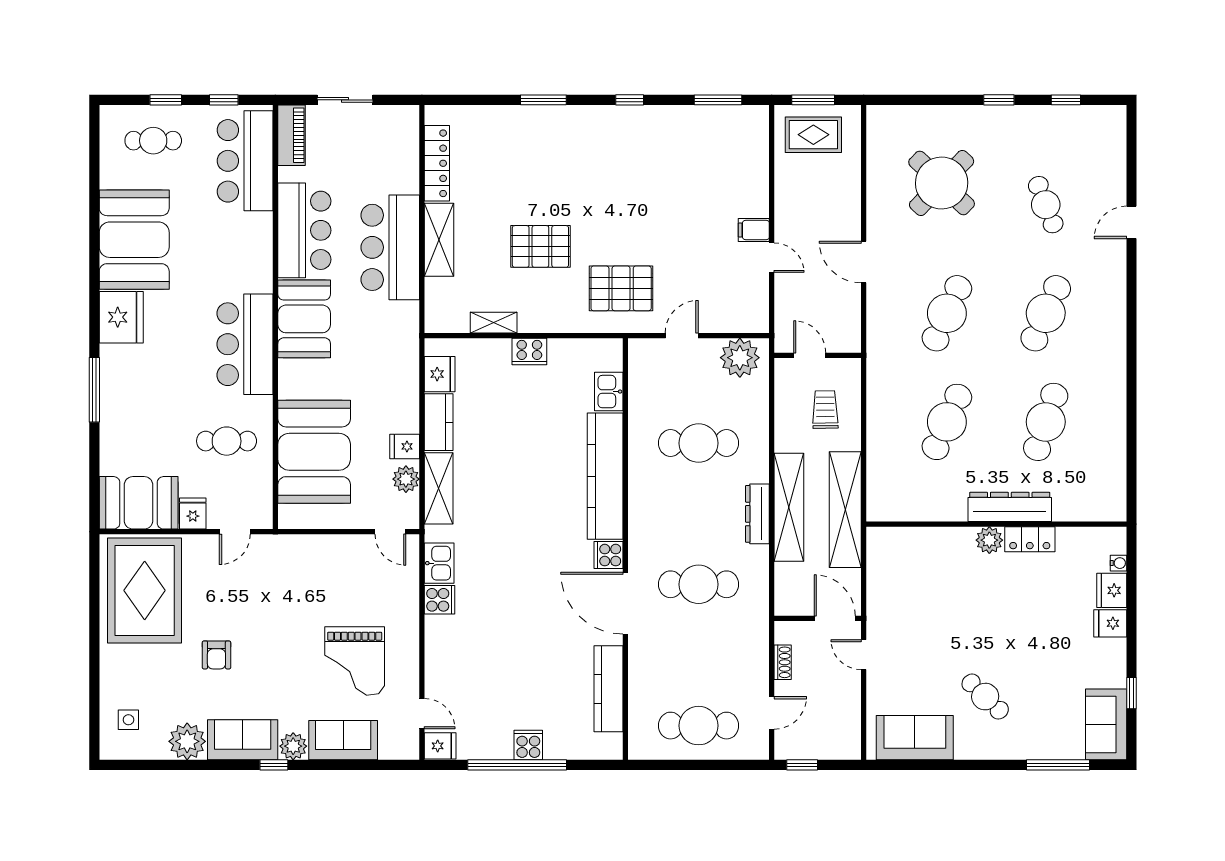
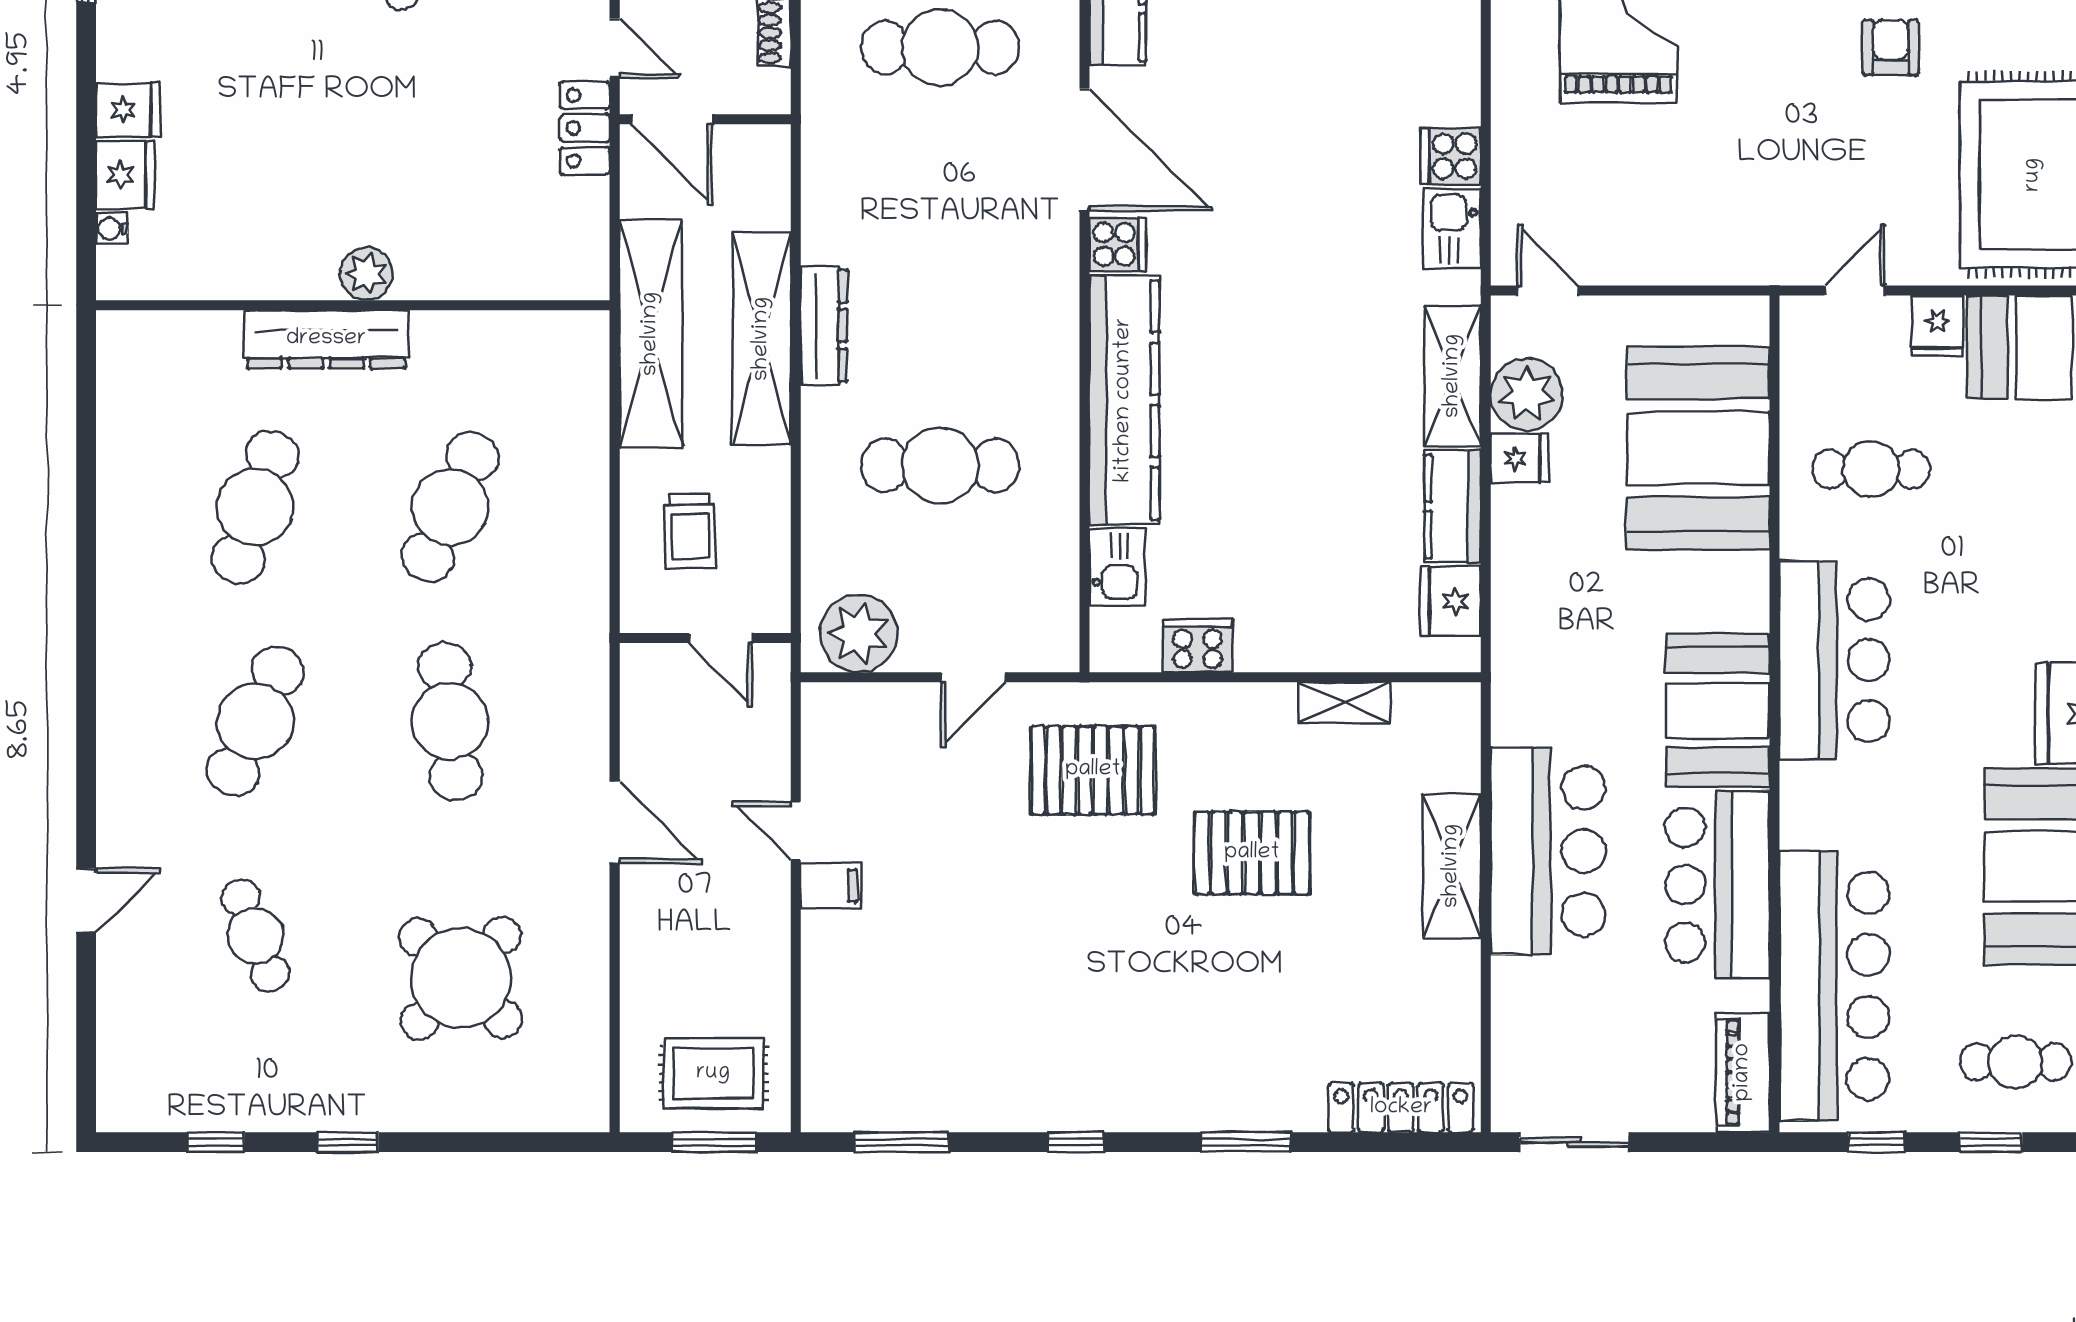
sliding door: (345, 100) -> (1574, 1142), moved
bar counter: (245, 161) -> (1834, 986), width x1.36
locker: (437, 163) -> (1401, 1108), moved, turned 90
cafe table: (947, 313) -> (450, 721), turned -30
cooker: (529, 352) -> (1198, 646), moved
plant: (406, 479) -> (1527, 394), width x1.36, depth x1.36
locker: (1030, 539) -> (585, 128), moved, turned -90
cafe table: (699, 584) -> (940, 47), moved

